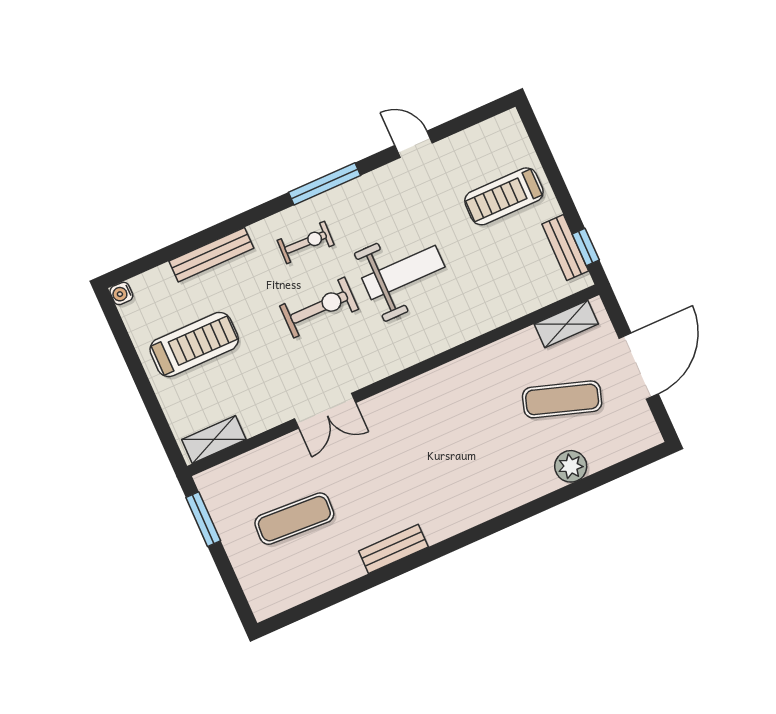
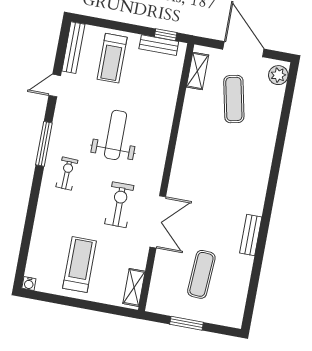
bench: (211, 255) -> (73, 48), moved
exercise bike: (319, 308) -> (119, 205), moved
exercise mat: (562, 399) -> (234, 99), turned -30
double door: (325, 411) -> (158, 222), width x1.37
plant: (571, 466) -> (278, 75), moved
window: (203, 519) -> (187, 323), moved

